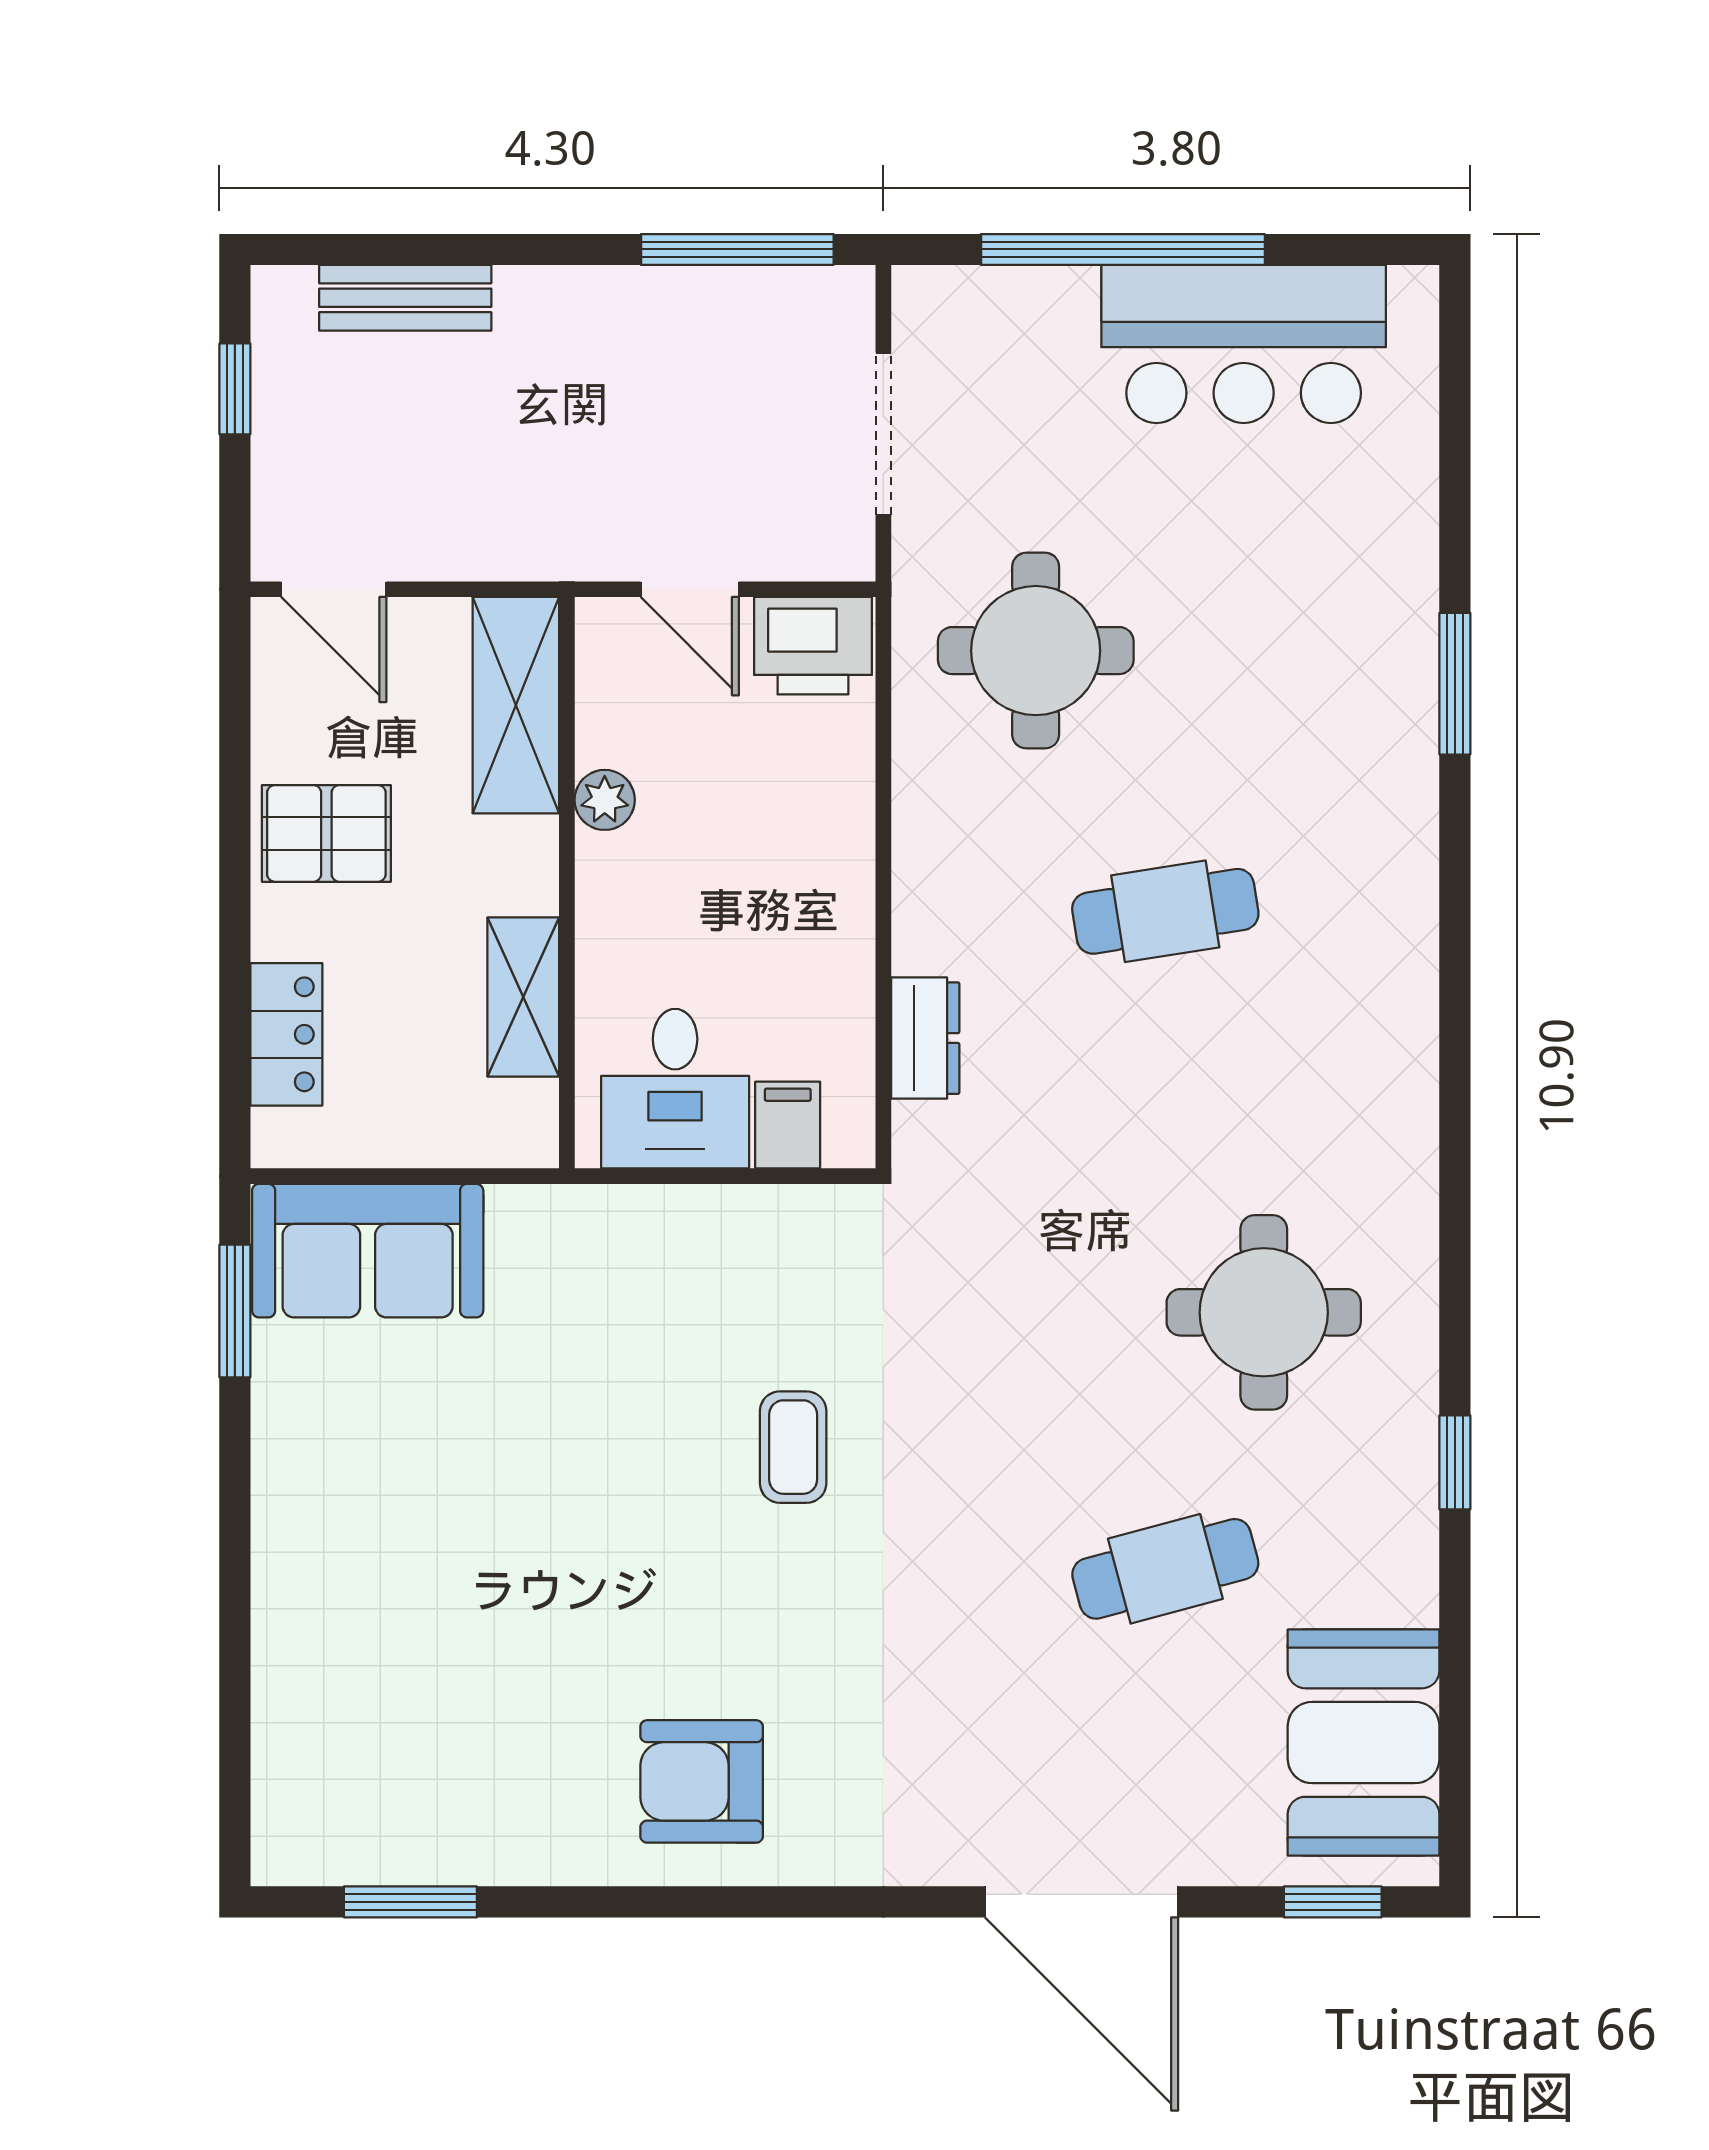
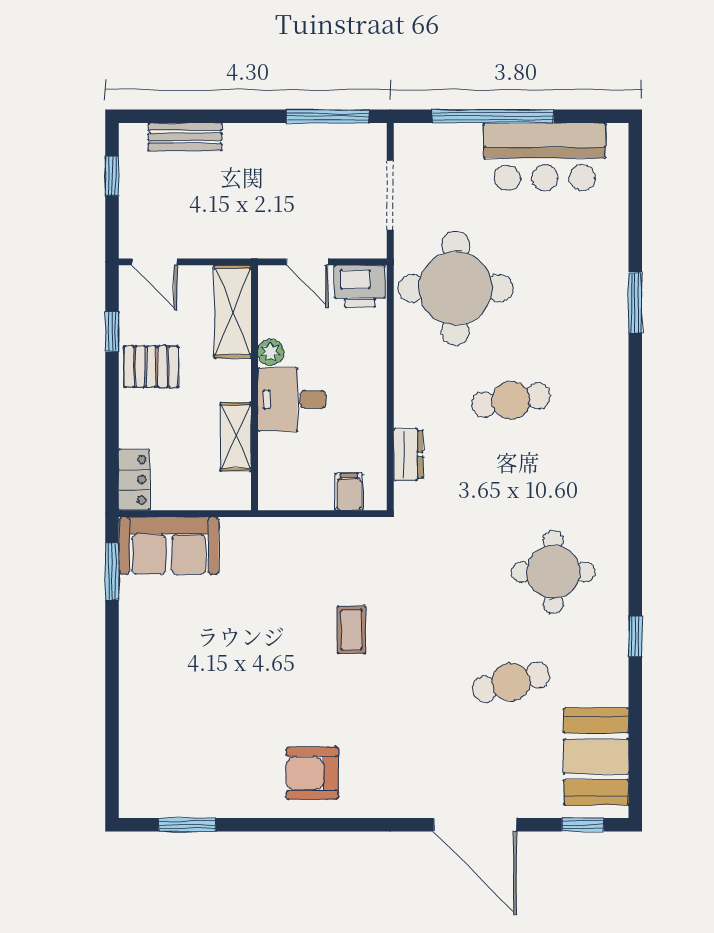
round table: (1036, 651) -> (455, 288), width x1.36, depth x1.36
window: (235, 752) -> (112, 332), added
locker: (286, 1034) -> (134, 480), moved
desk: (675, 1089) -> (292, 400), moved, turned 90

